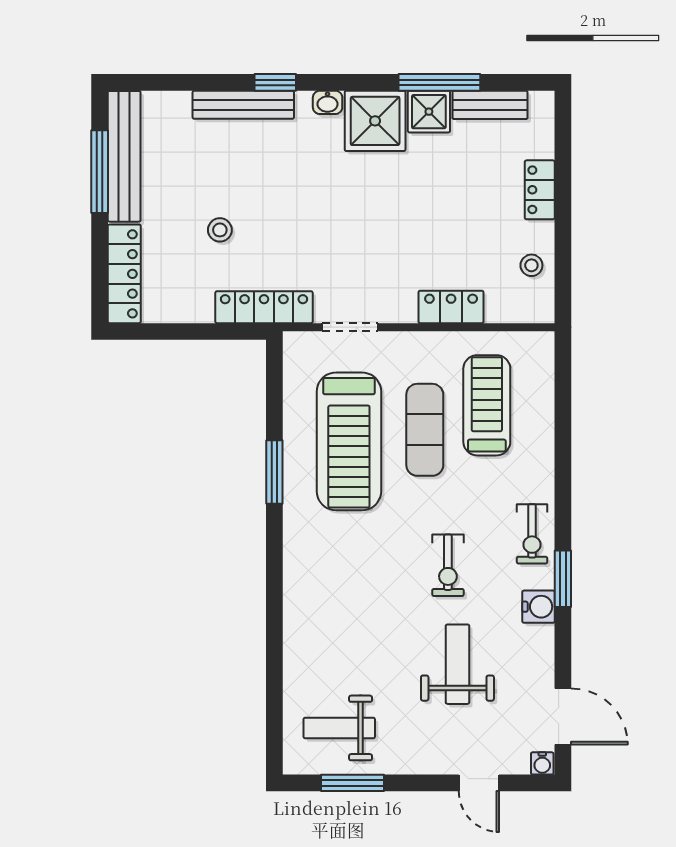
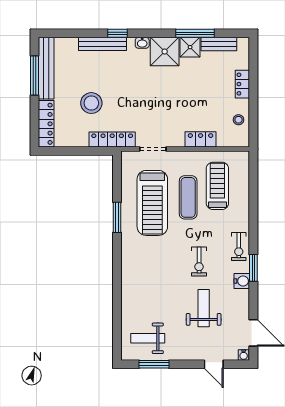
stool: (220, 230) -> (91, 103), width x1.89, depth x1.89

